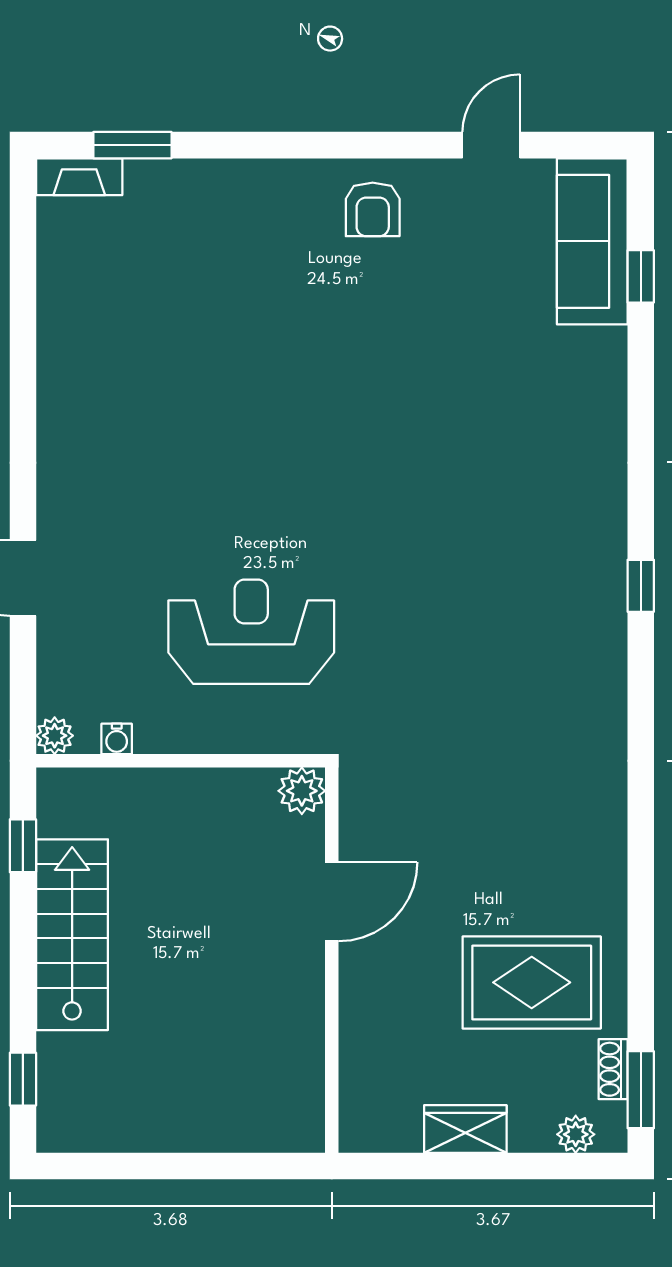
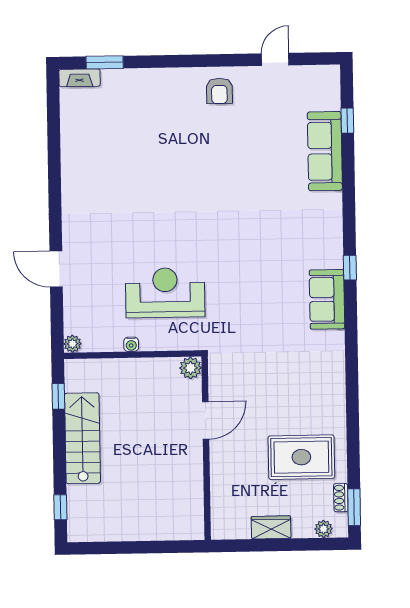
sofa: (592, 241) -> (325, 151), moved
sofa: (591, 652) -> (327, 299), added
water cooler: (117, 739) -> (131, 344), moved

